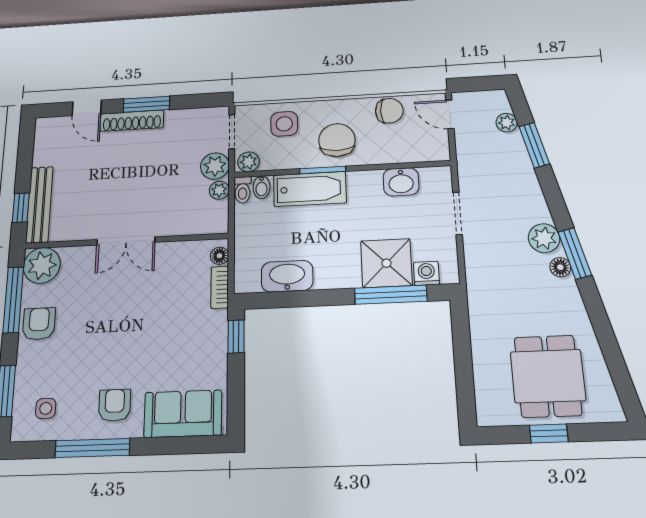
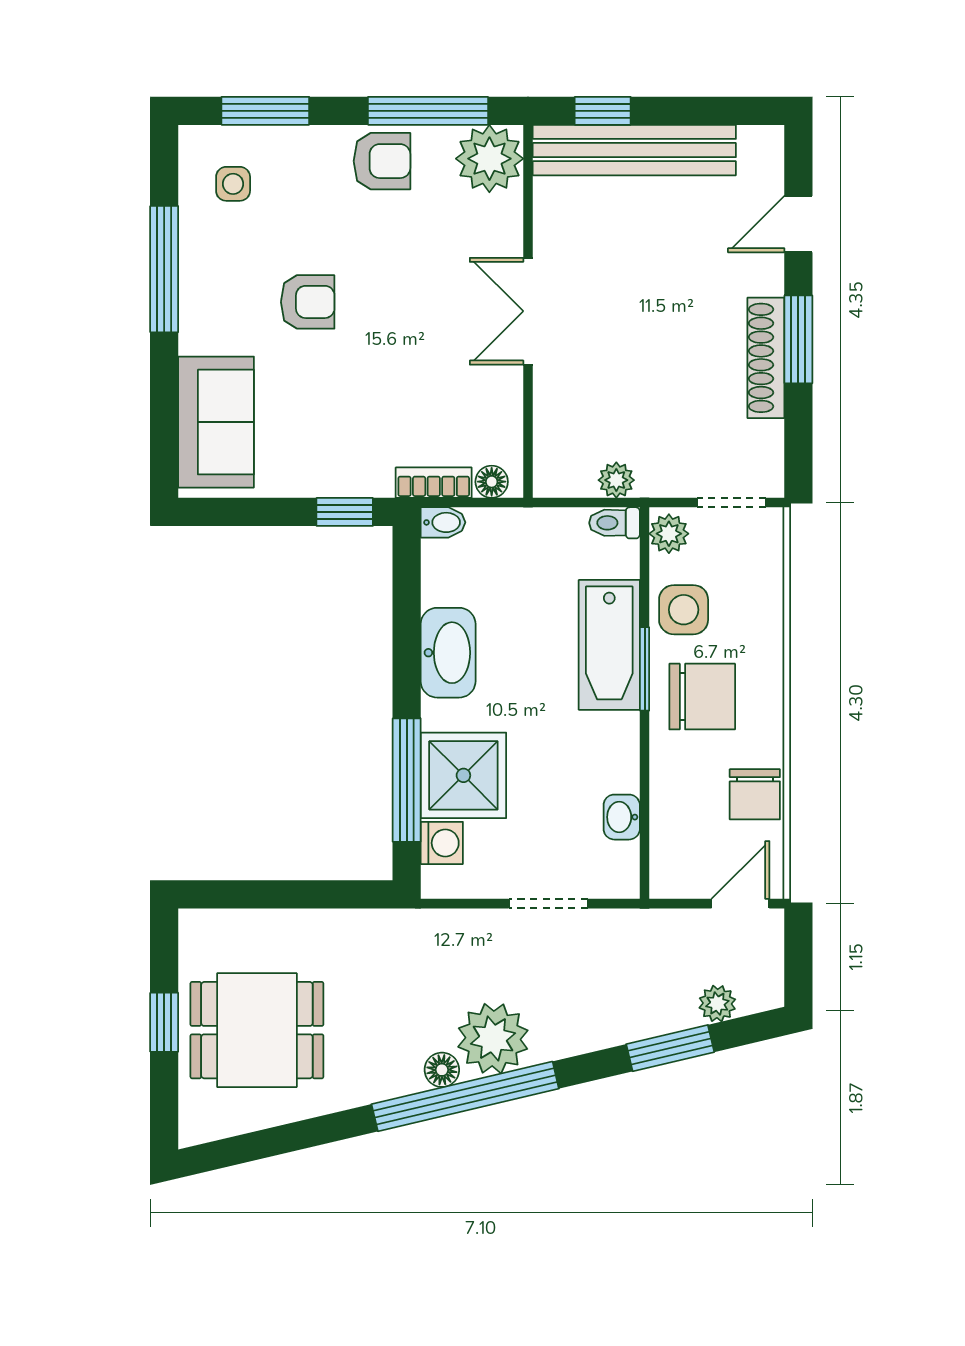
shoe rack: (132, 121) -> (766, 358), moved
side table: (284, 124) -> (684, 610), moved
plant: (215, 166) -> (664, 472), removed
washbasin: (401, 182) -> (622, 817), width x0.72, depth x0.69
bidet: (262, 187) -> (443, 522), moved, turned 180
bench: (39, 205) -> (634, 150), width x1.37, depth x1.21
plant: (544, 238) -> (493, 1039), width x1.36, depth x1.36
window: (575, 253) -> (465, 1096), width x2.11
washbasin: (287, 276) -> (448, 653), moved
armchair: (115, 405) -> (308, 302), moved

